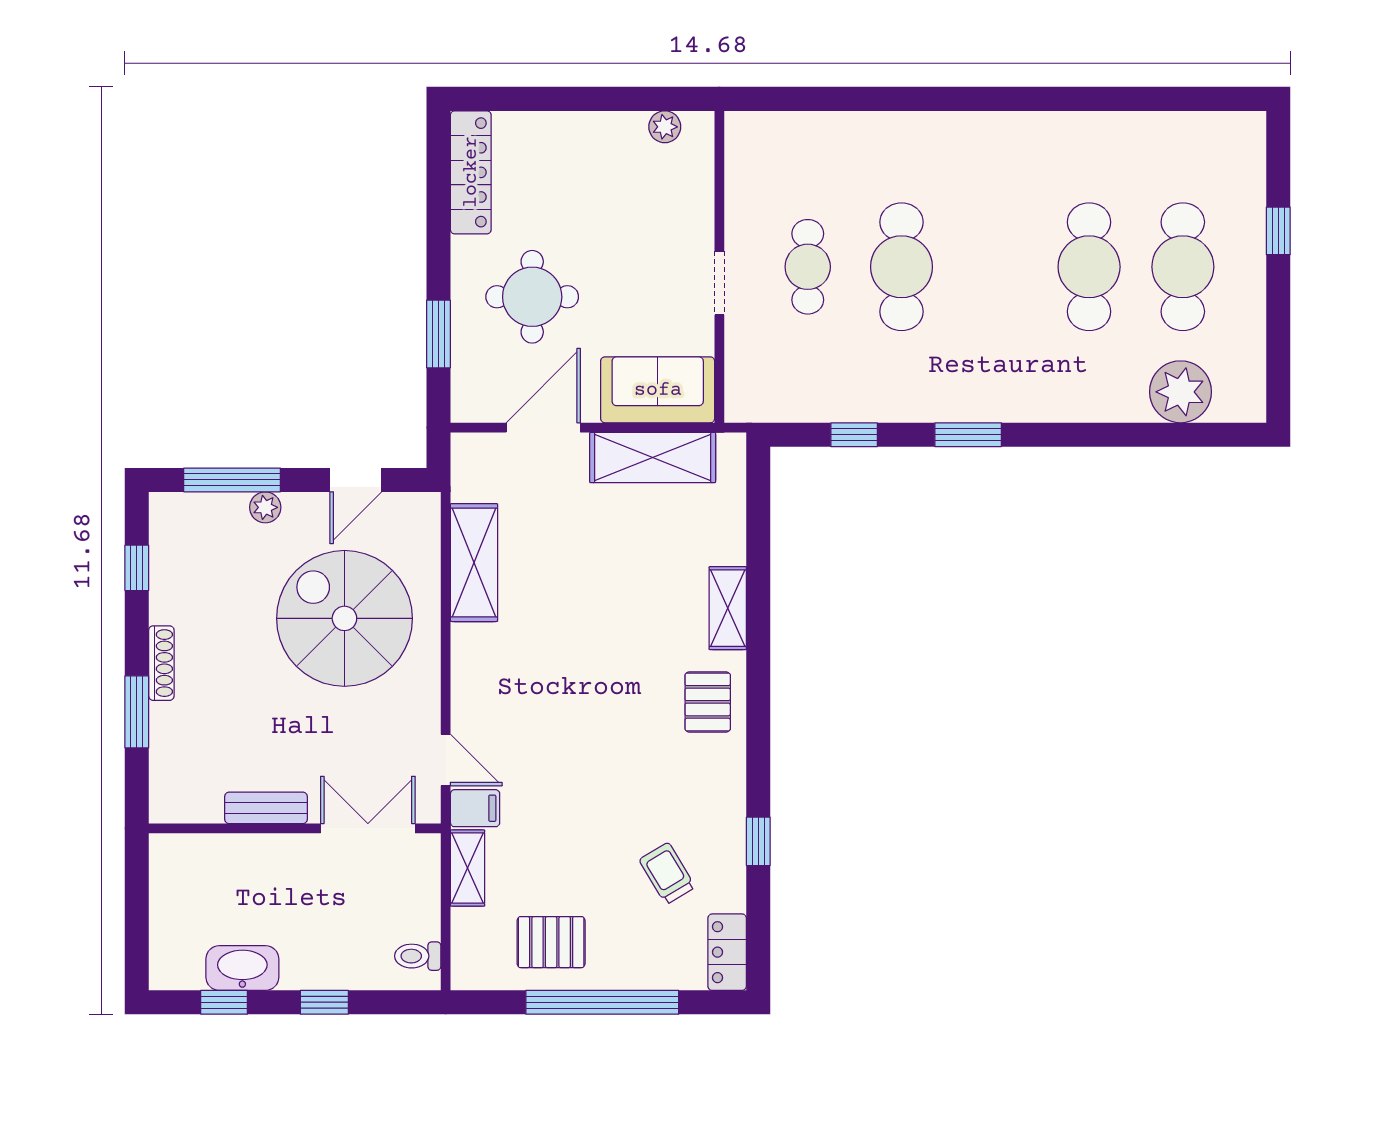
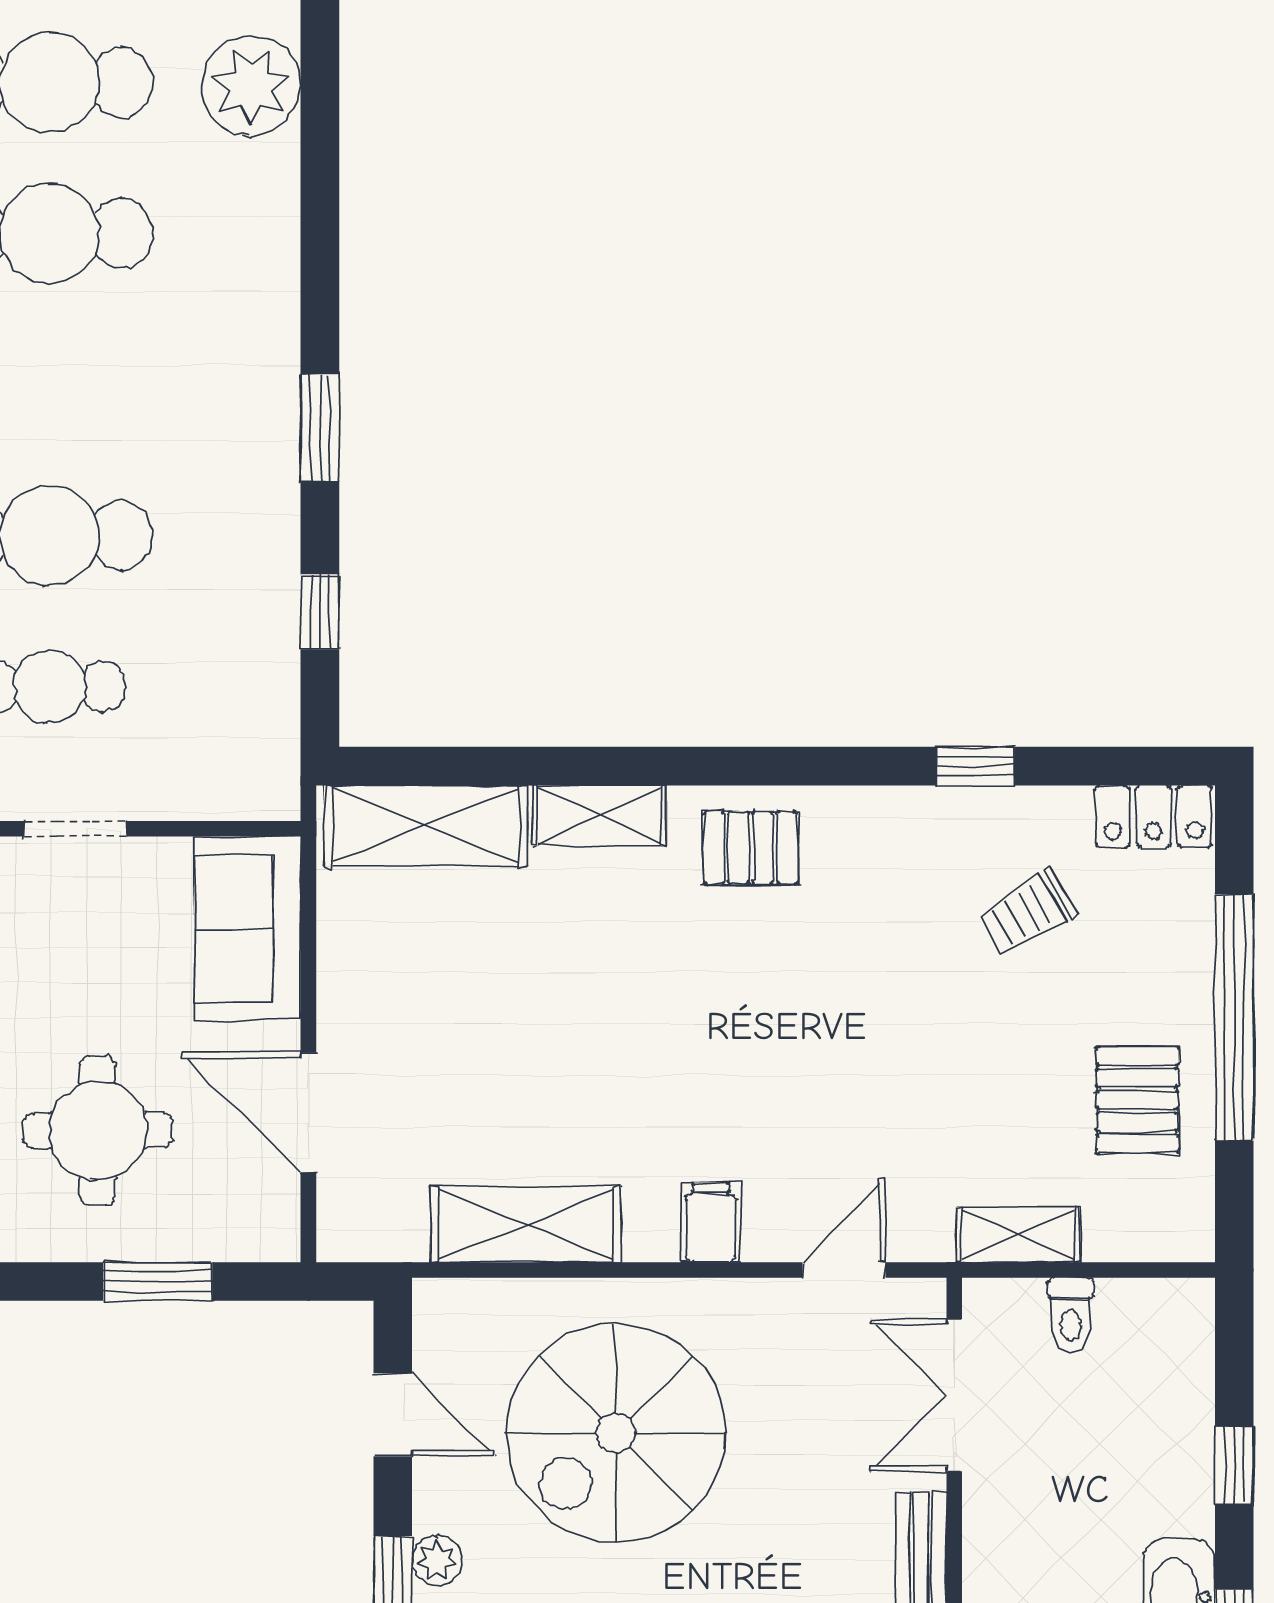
shelving: (653, 457) -> (426, 826), moved, turned 90
filing cabinet: (475, 808) -> (711, 1223), moved
toilet: (418, 956) -> (1071, 1315), moved

